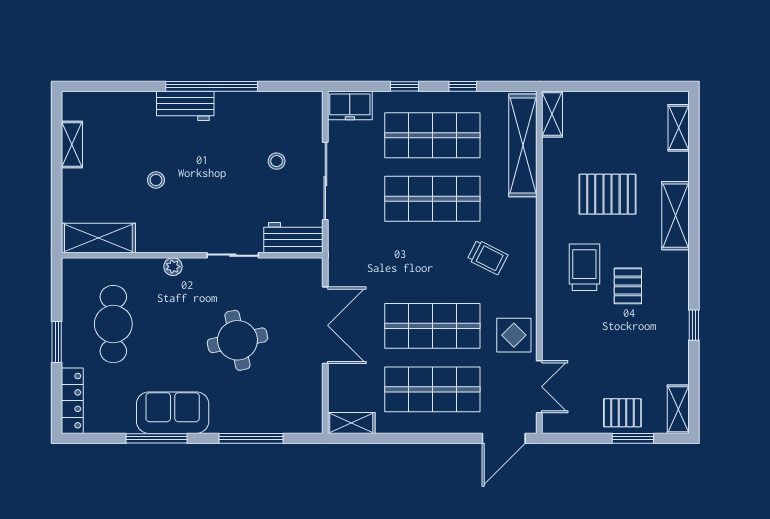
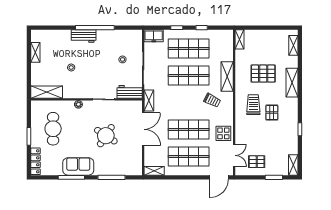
shelving: (523, 145) -> (227, 77), moved, width x0.68
shelving: (339, 258) -> (149, 101), added
round table: (237, 340) -> (106, 136), turned 45
pallet: (622, 413) -> (257, 162), moved

